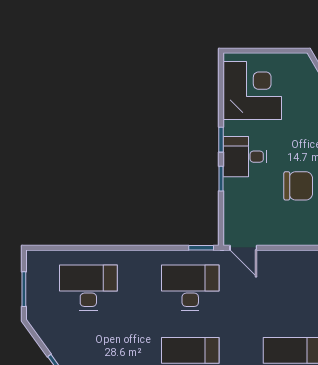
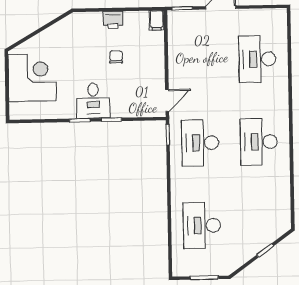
corner desk: (252, 91) -> (32, 78), moved, turned 90
chair: (298, 186) -> (116, 57), width x0.54, depth x0.54

